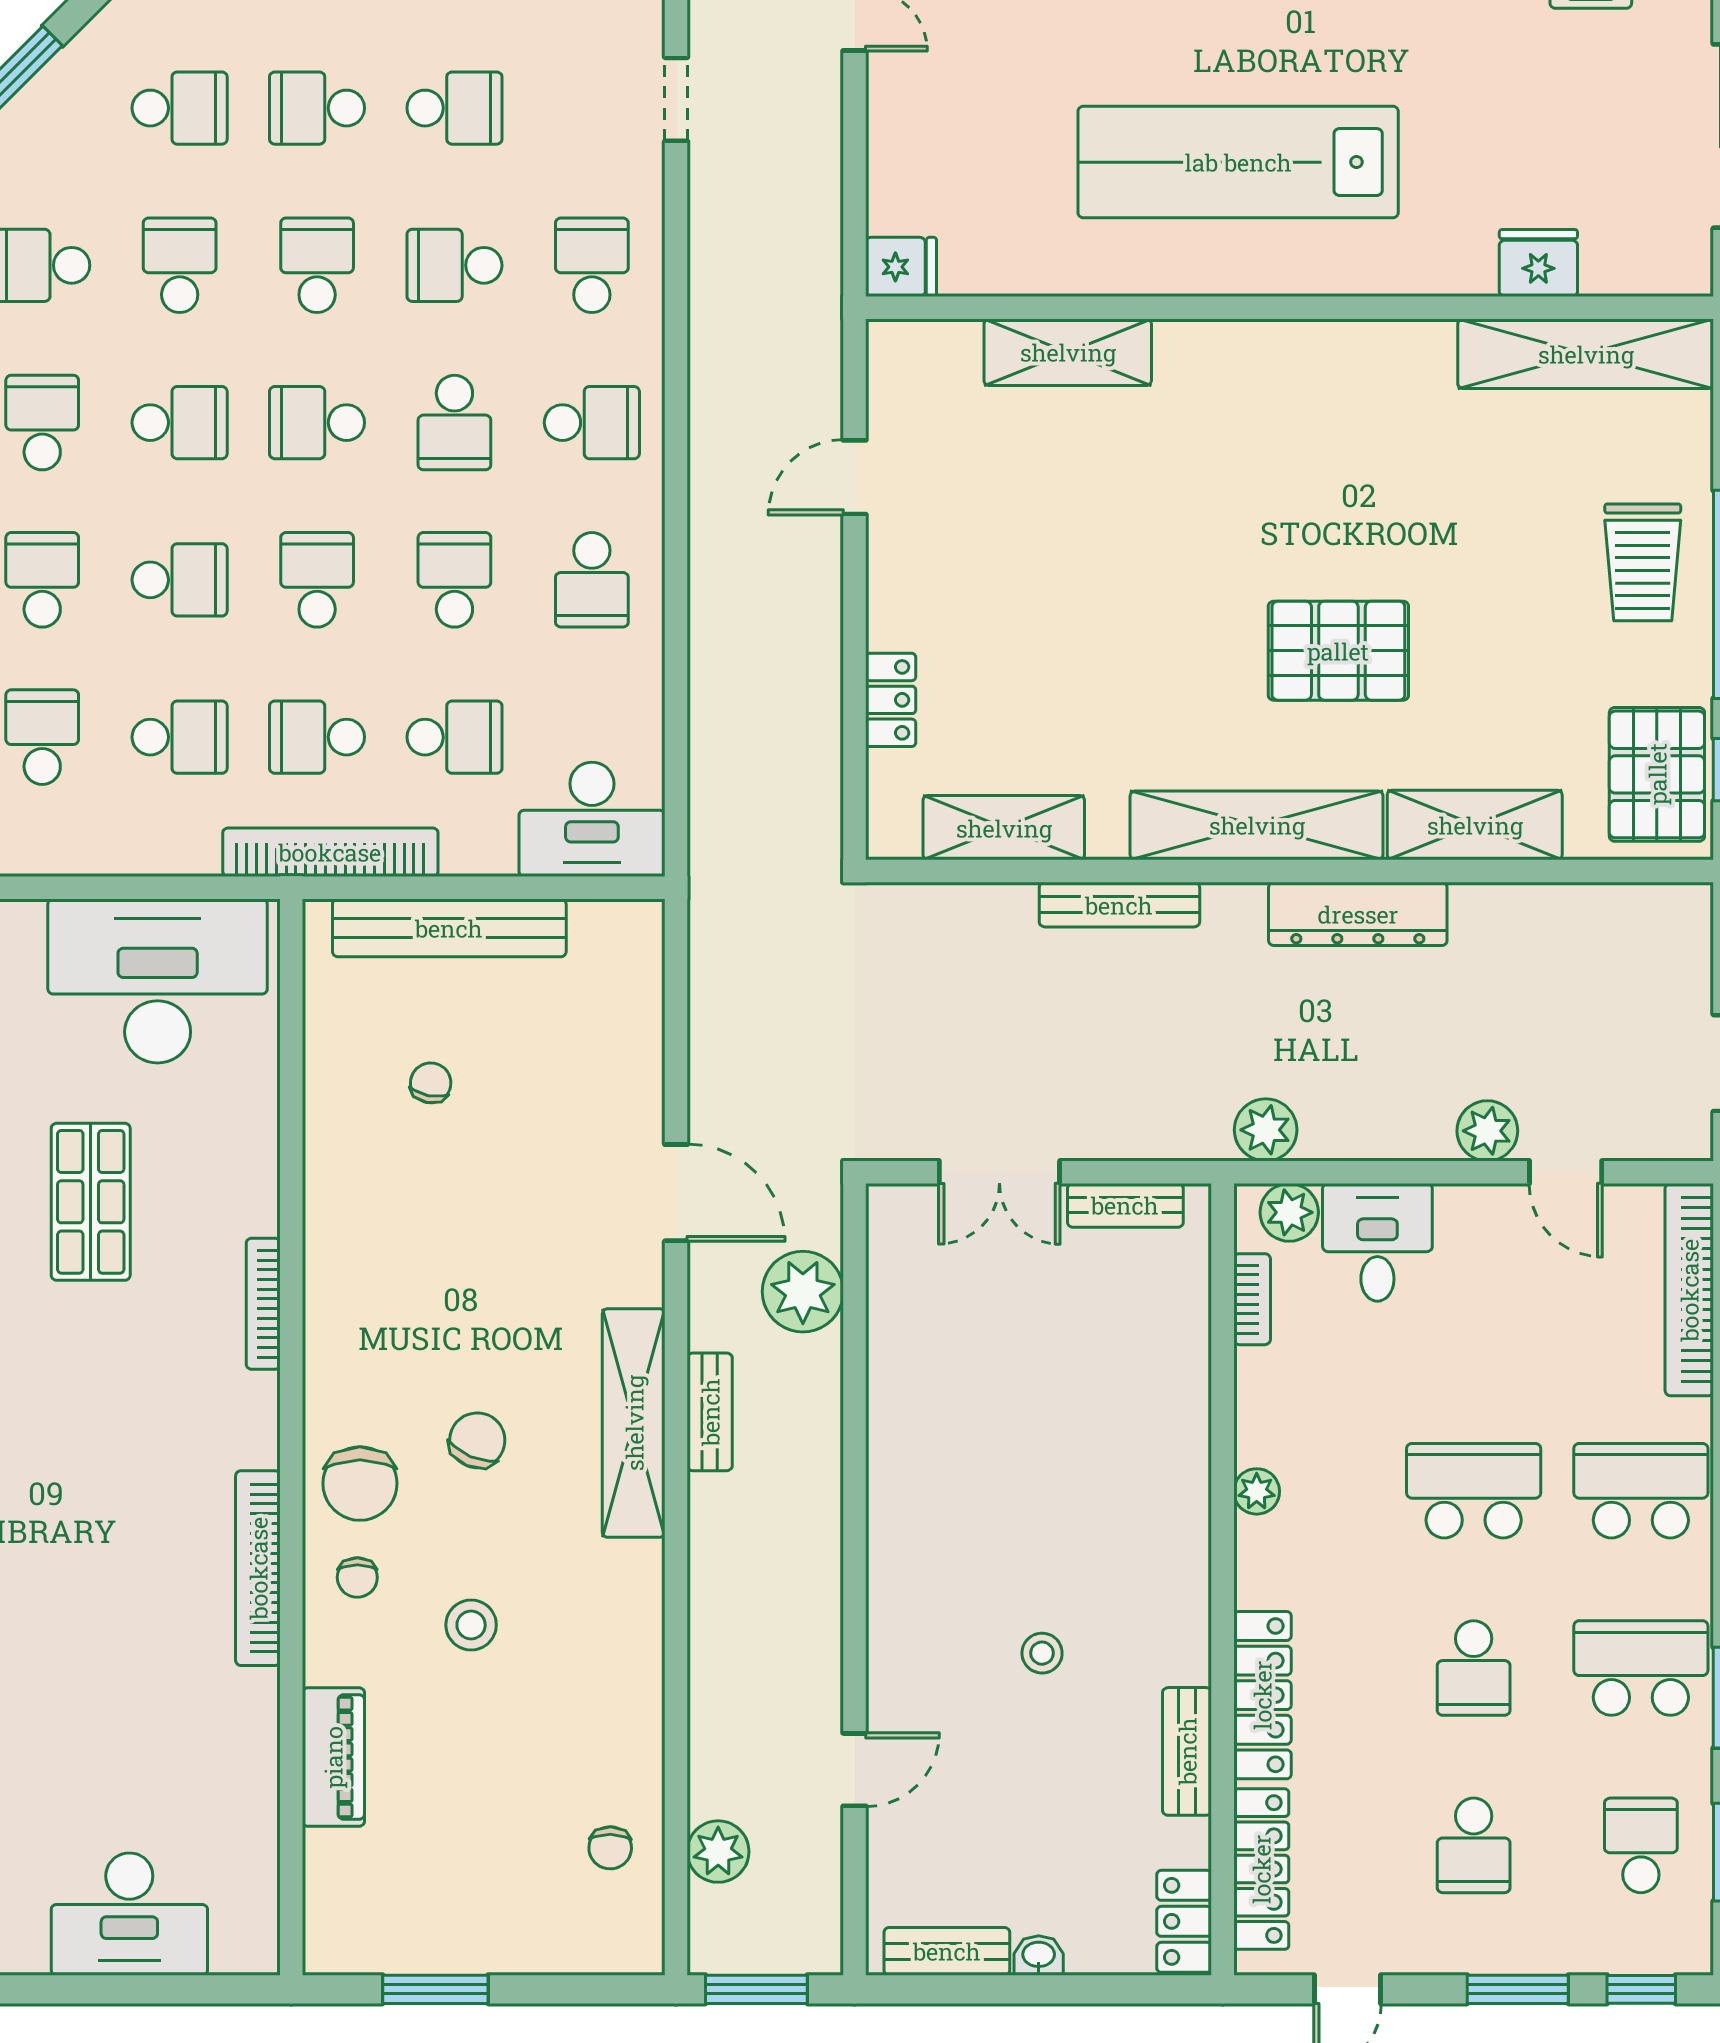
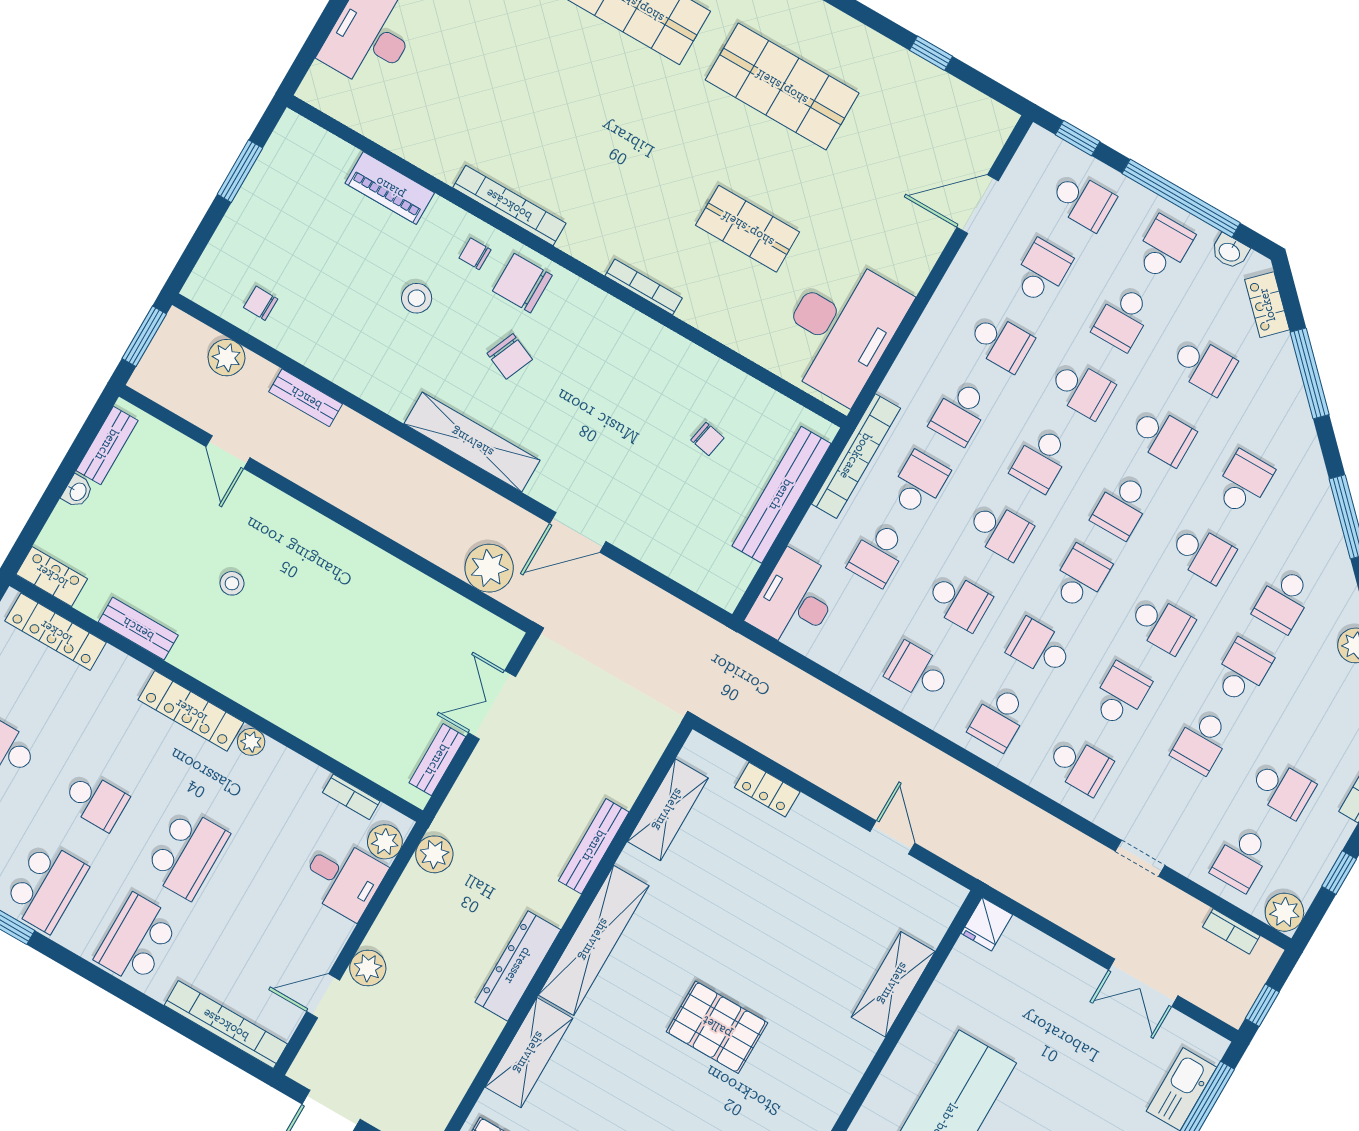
pallet: (1338, 651) -> (717, 1027), moved, turned 90
bench: (710, 1412) -> (306, 398), moved
school desk: (1641, 1491) -> (137, 940), turned 180
school desk: (1474, 1668) -> (96, 801), turned 180
locker: (1262, 1695) -> (191, 711), moved

